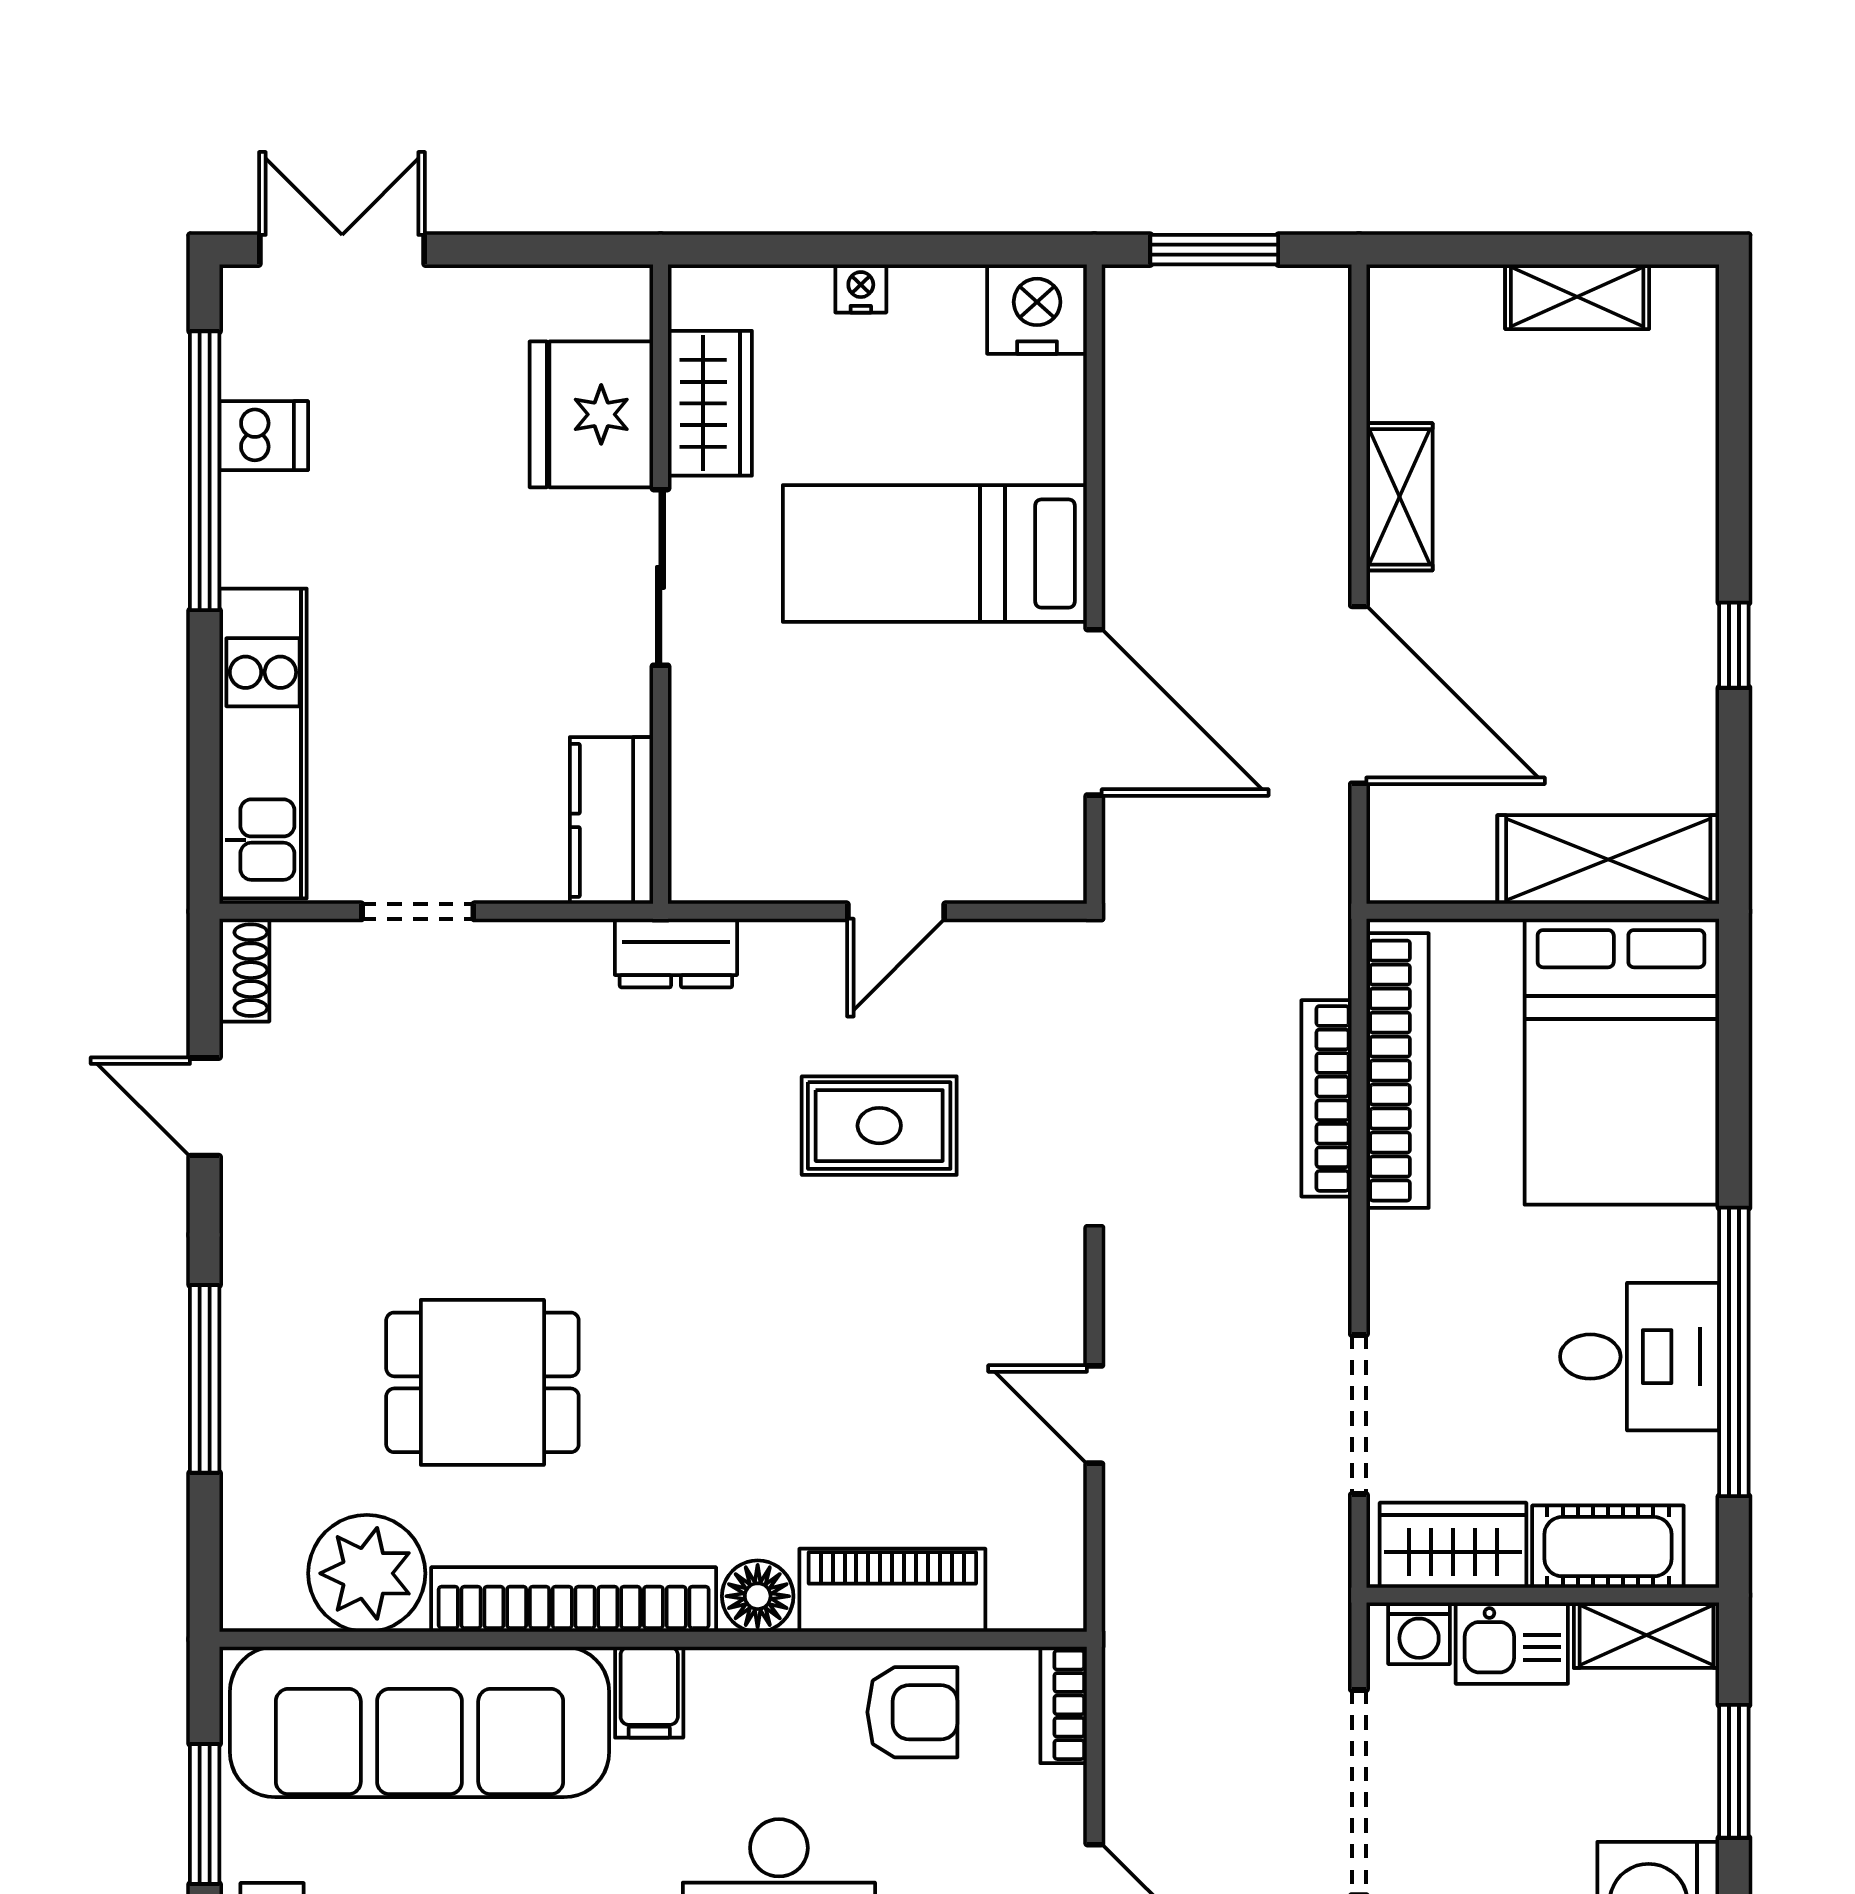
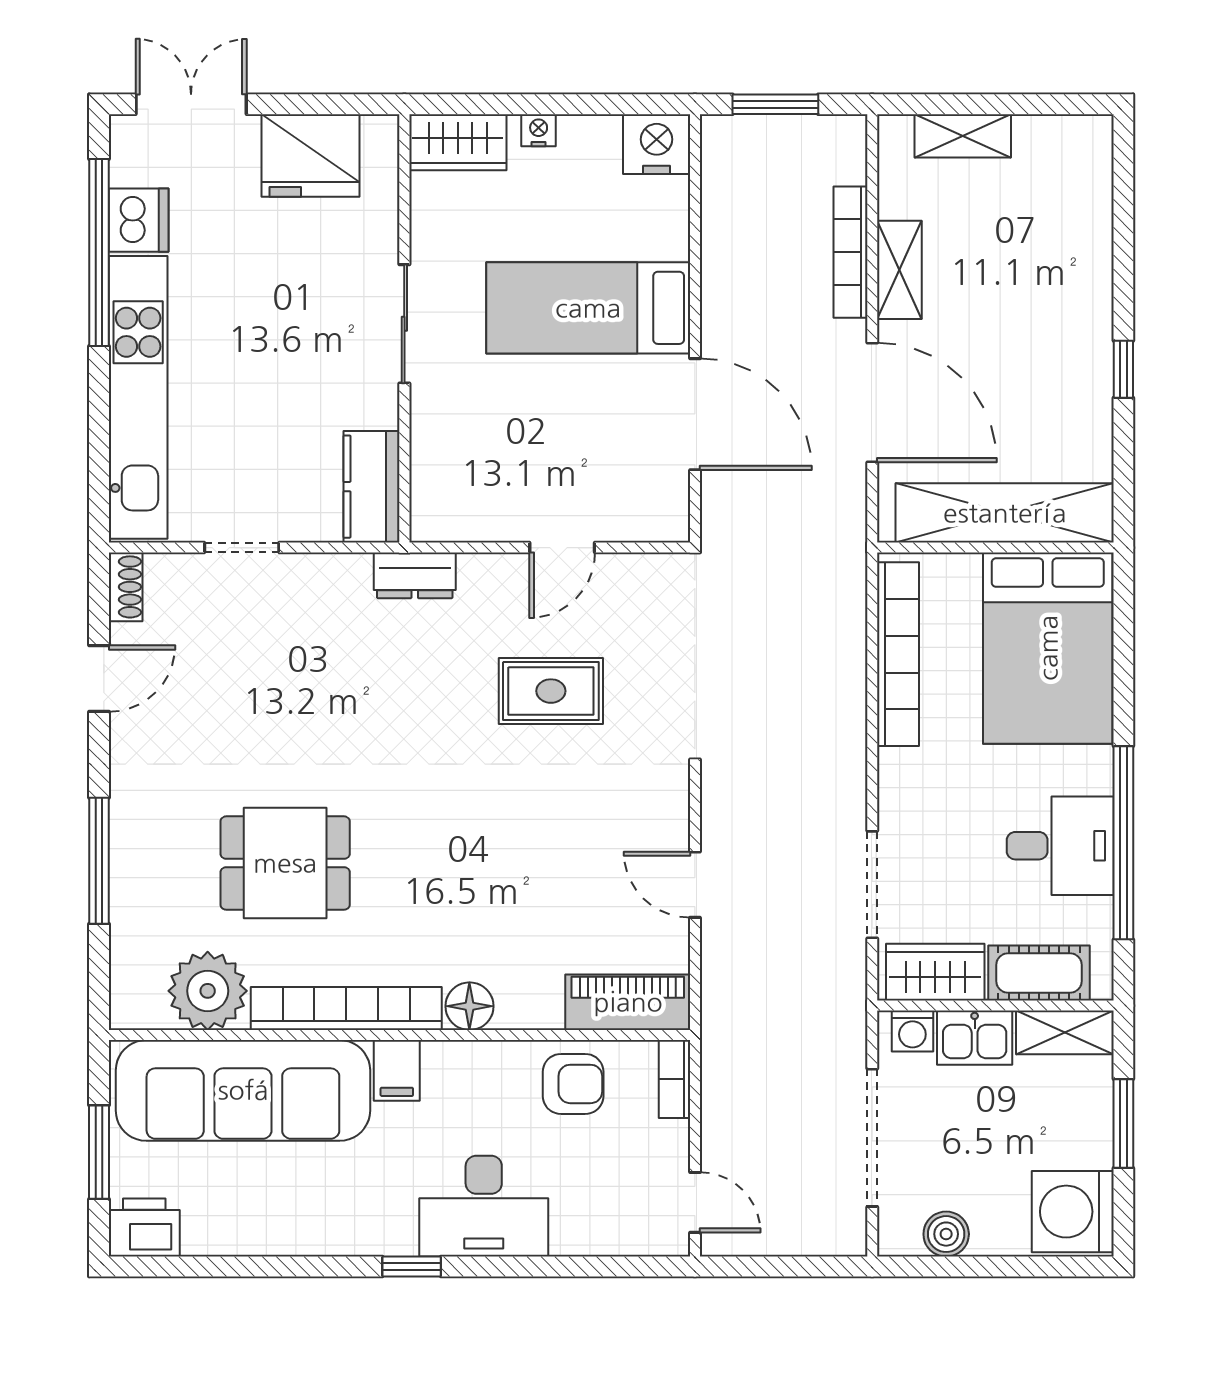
shelving: (1577, 297) -> (963, 136), moved
wardrobe: (710, 403) -> (458, 142), moved, turned 90
fridge: (591, 414) -> (311, 156), moved, turned -90
dishwasher: (264, 436) -> (139, 220), width x1.38
kitchen unit: (263, 744) -> (138, 397), width x1.36
shelving: (1608, 860) -> (1005, 513), width x1.47
bookcase: (1326, 1098) -> (850, 252), moved
door: (205, 1107) -> (99, 678), swing flipped
piano: (892, 1590) -> (628, 1002), moved

